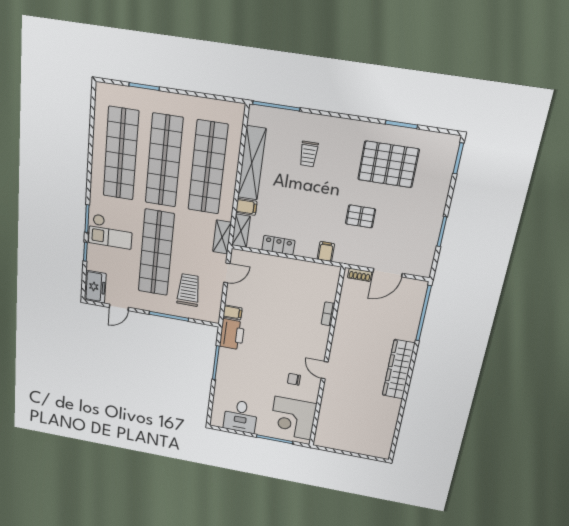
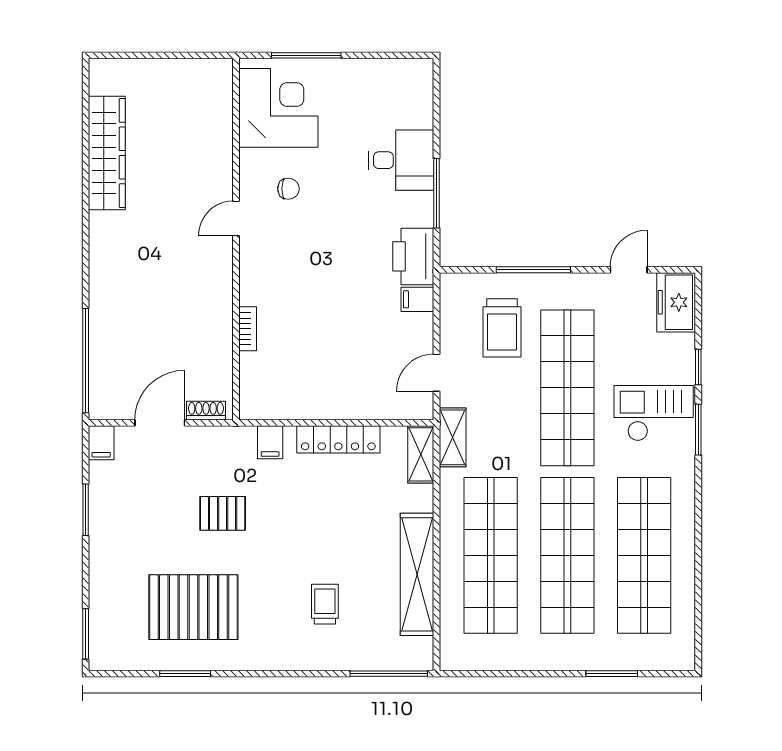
filing cabinet: (246, 207) -> (101, 443), moved, turned -90
locker: (278, 245) -> (338, 439), width x1.53
wardrobe: (399, 369) -> (107, 153), moved
door: (325, 370) -> (236, 218), swing flipped
desk: (241, 416) -> (401, 160), moved, turned 90

